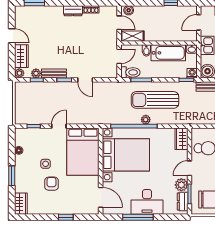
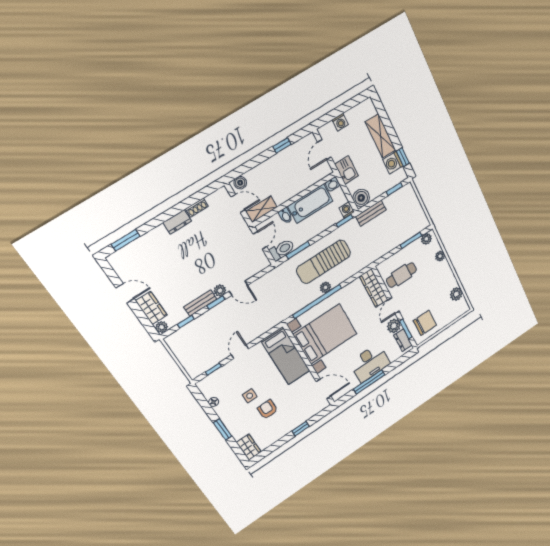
plant: (36, 73) -> (220, 291), moved
wardrobe: (181, 139) -> (374, 288), width x1.50
bed: (83, 152) -> (286, 356), width x0.67

